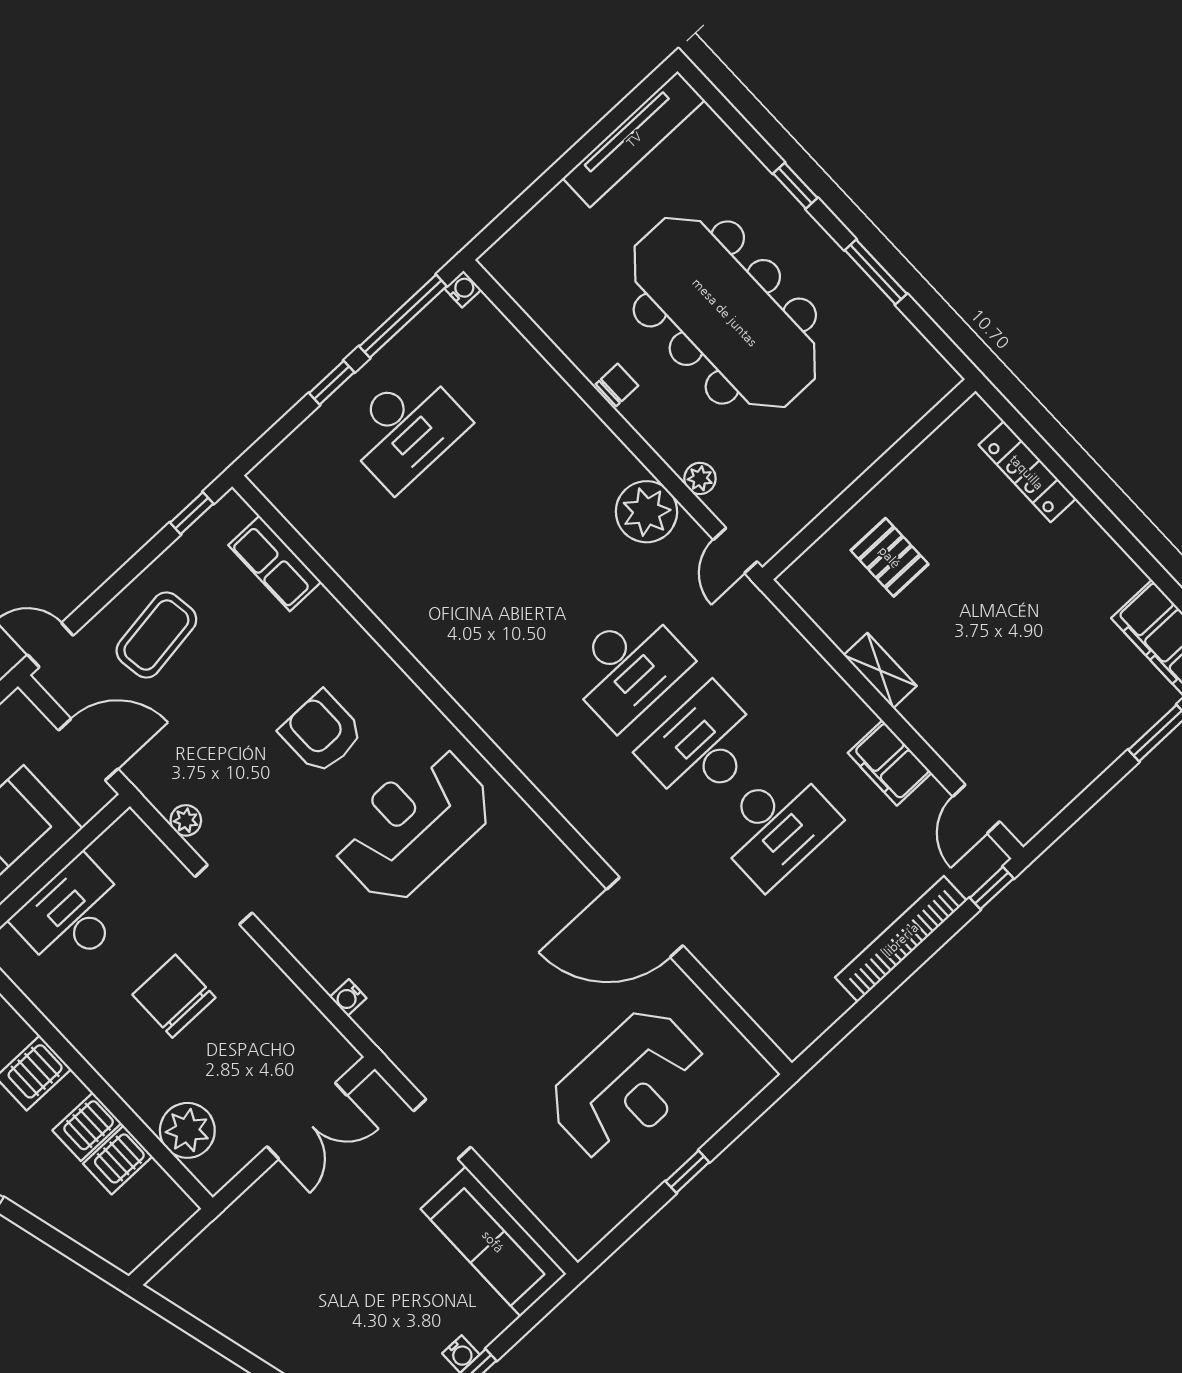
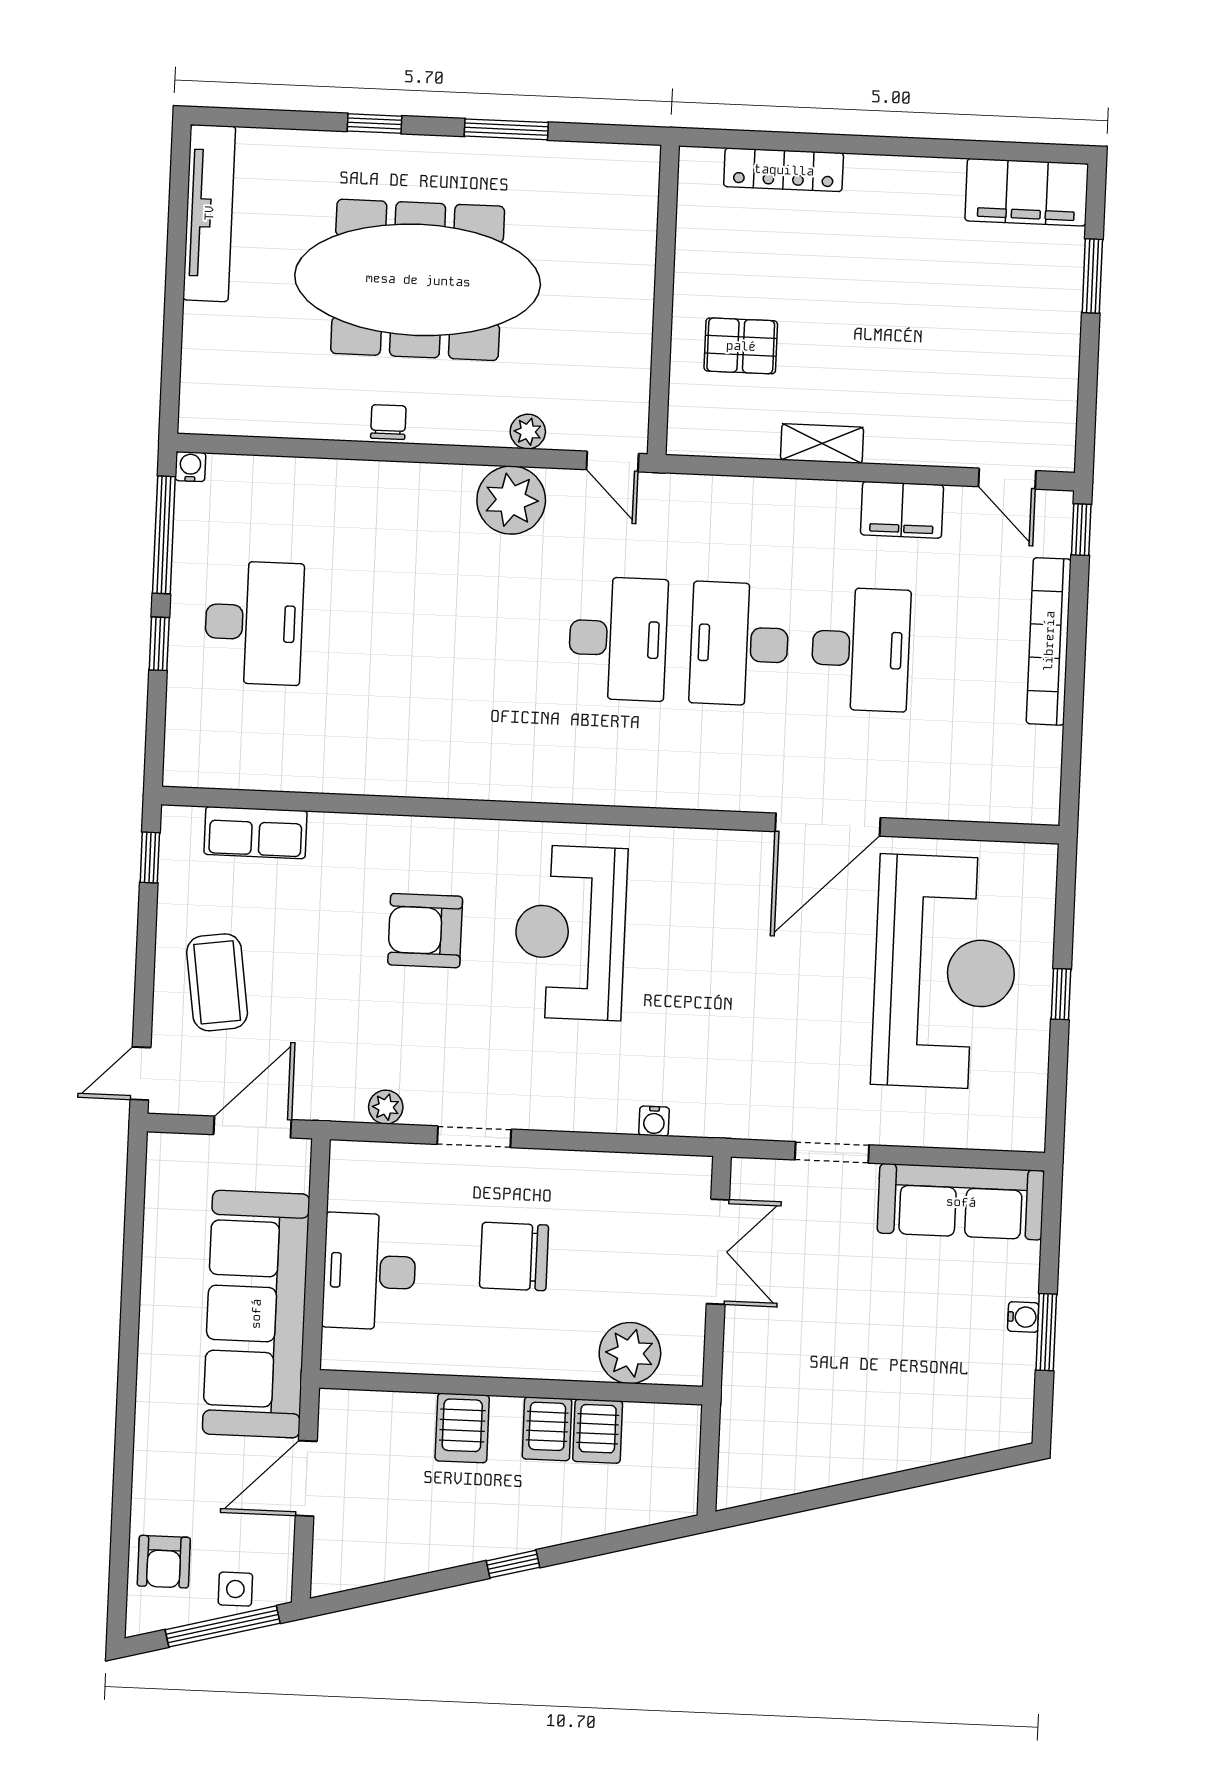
reception desk: (627, 1085) -> (945, 972), width x1.36, depth x1.30

